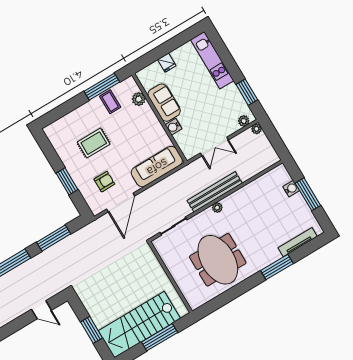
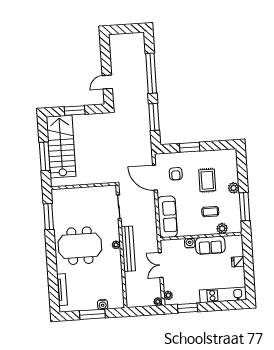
coffee table: (110, 102) -> (210, 212), moved
plant: (87, 109) -> (234, 188), added
meeting table: (218, 260) -> (80, 246), moved
window: (277, 267) -> (49, 217), moved

